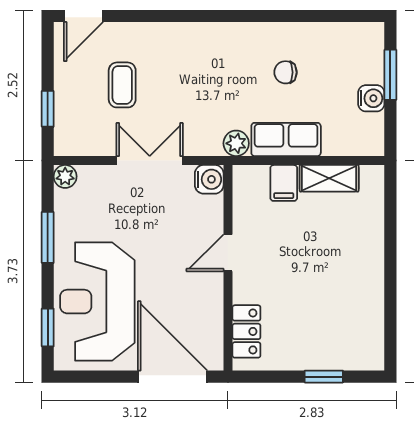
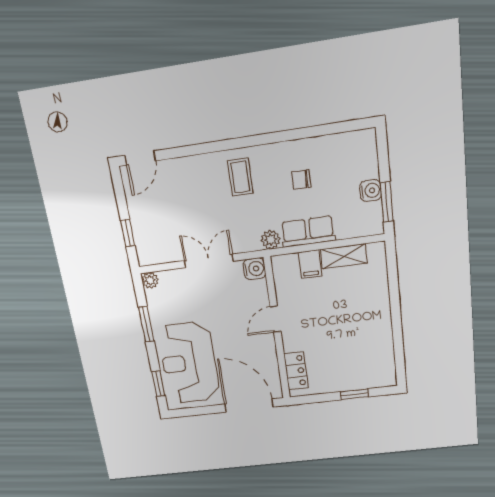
window: (390, 75) -> (387, 202), moved
coffee table: (122, 85) -> (240, 177), moved

